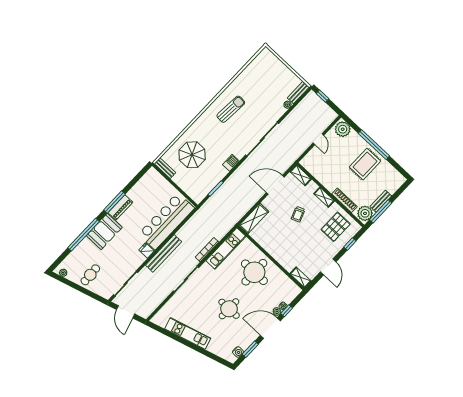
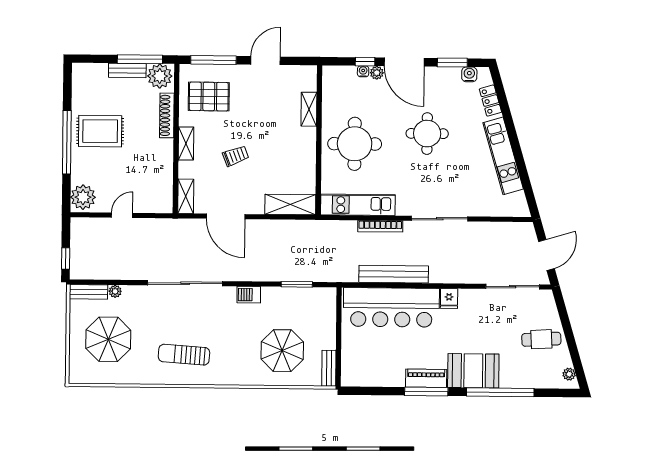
parasol: (269, 82) -> (108, 339), added
window: (350, 244) -> (213, 60), width x2.17
bench: (164, 253) -> (394, 274), moved
shelving: (301, 277) -> (309, 109), moved
locker: (218, 351) -> (490, 101), added

